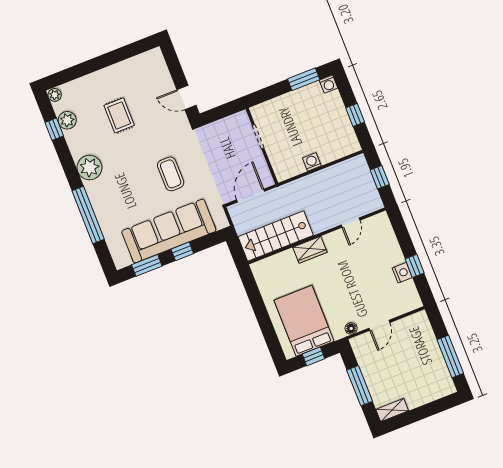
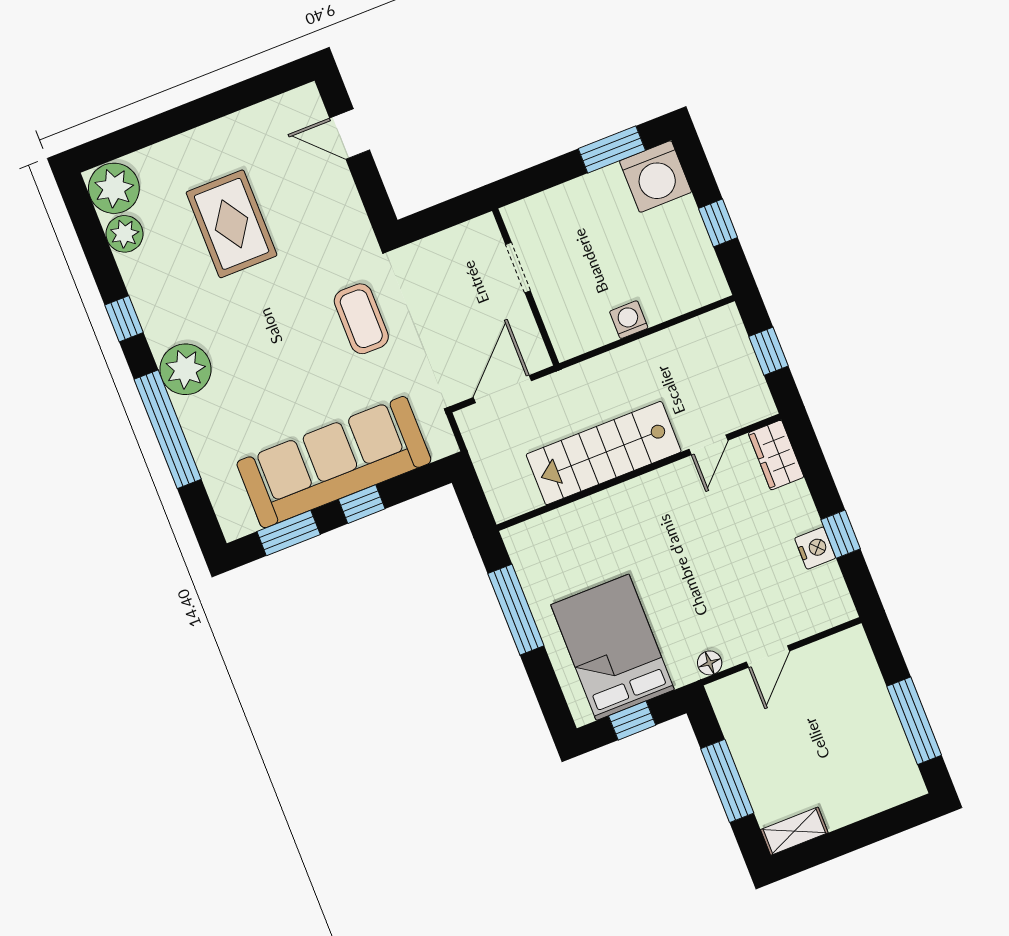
washing machine: (328, 84) -> (656, 177), width x1.89, depth x1.89
plant: (55, 95) -> (114, 188), width x1.87, depth x1.87
door: (187, 98) -> (350, 134), moved
rug: (119, 115) -> (232, 224), width x1.36, depth x1.43
window: (54, 129) -> (124, 319), moved
plant: (89, 168) -> (185, 369), moved
coffee table: (171, 174) -> (361, 319), moved
stairs: (276, 236) -> (604, 453), moved
wardrobe: (310, 250) -> (776, 455), moved, turned 90
window: (257, 303) -> (516, 610), added

